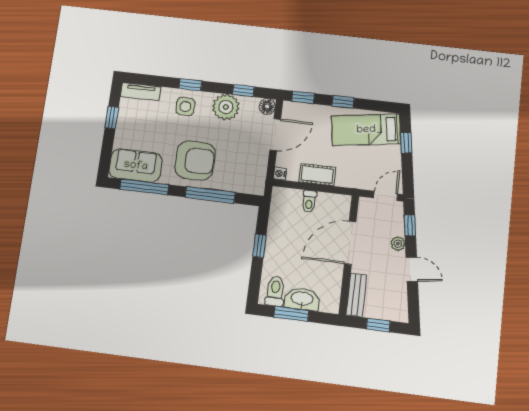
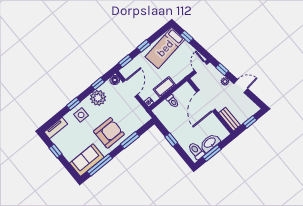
window: (210, 195) -> (130, 140), width x0.69

